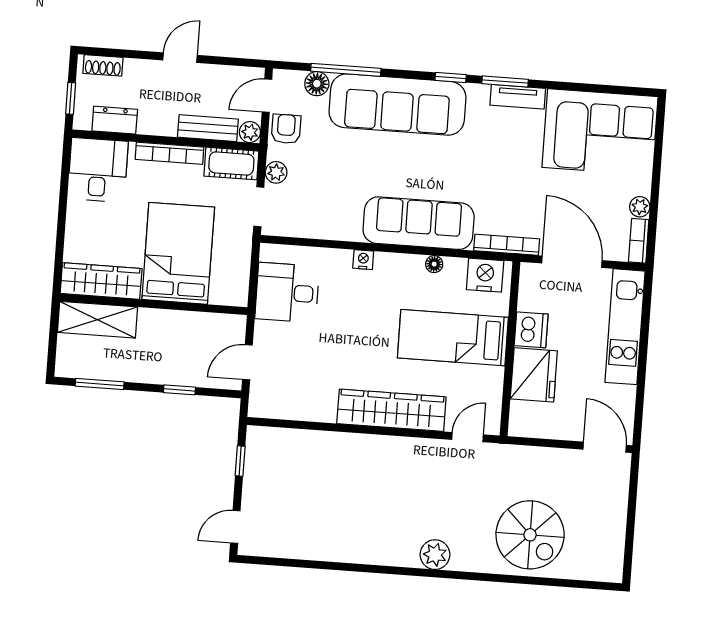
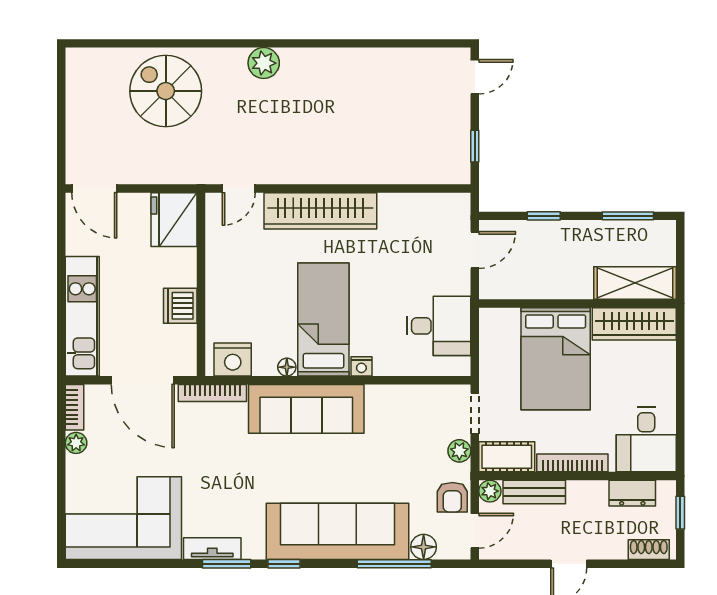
bed: (453, 338) -> (323, 320), moved, turned -90
fridge: (534, 375) -> (174, 220), moved

